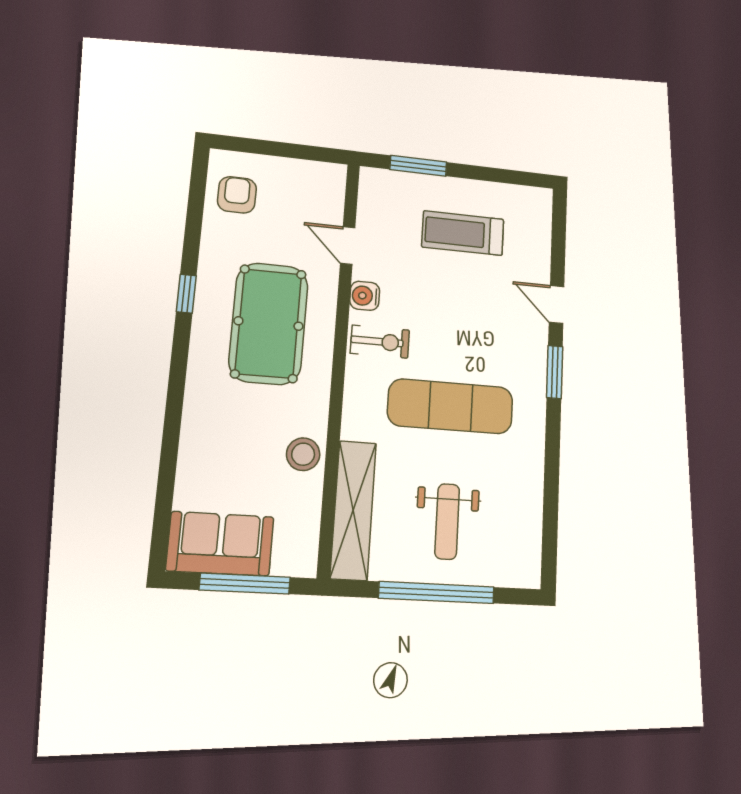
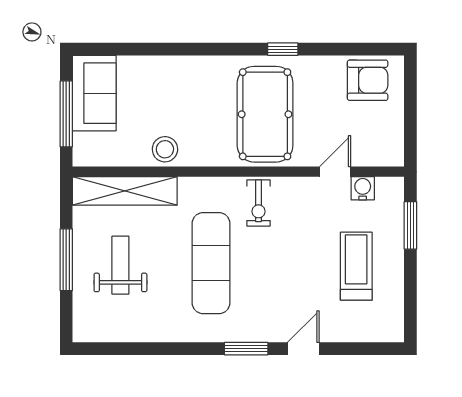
armchair: (237, 195) -> (368, 80), width x1.38, depth x1.38
water cooler: (365, 296) -> (363, 188), moved
pool table: (269, 324) -> (265, 114), turned 90
weight bench: (447, 521) -> (120, 265), turned 90
window: (437, 593) -> (66, 260), width x0.68

